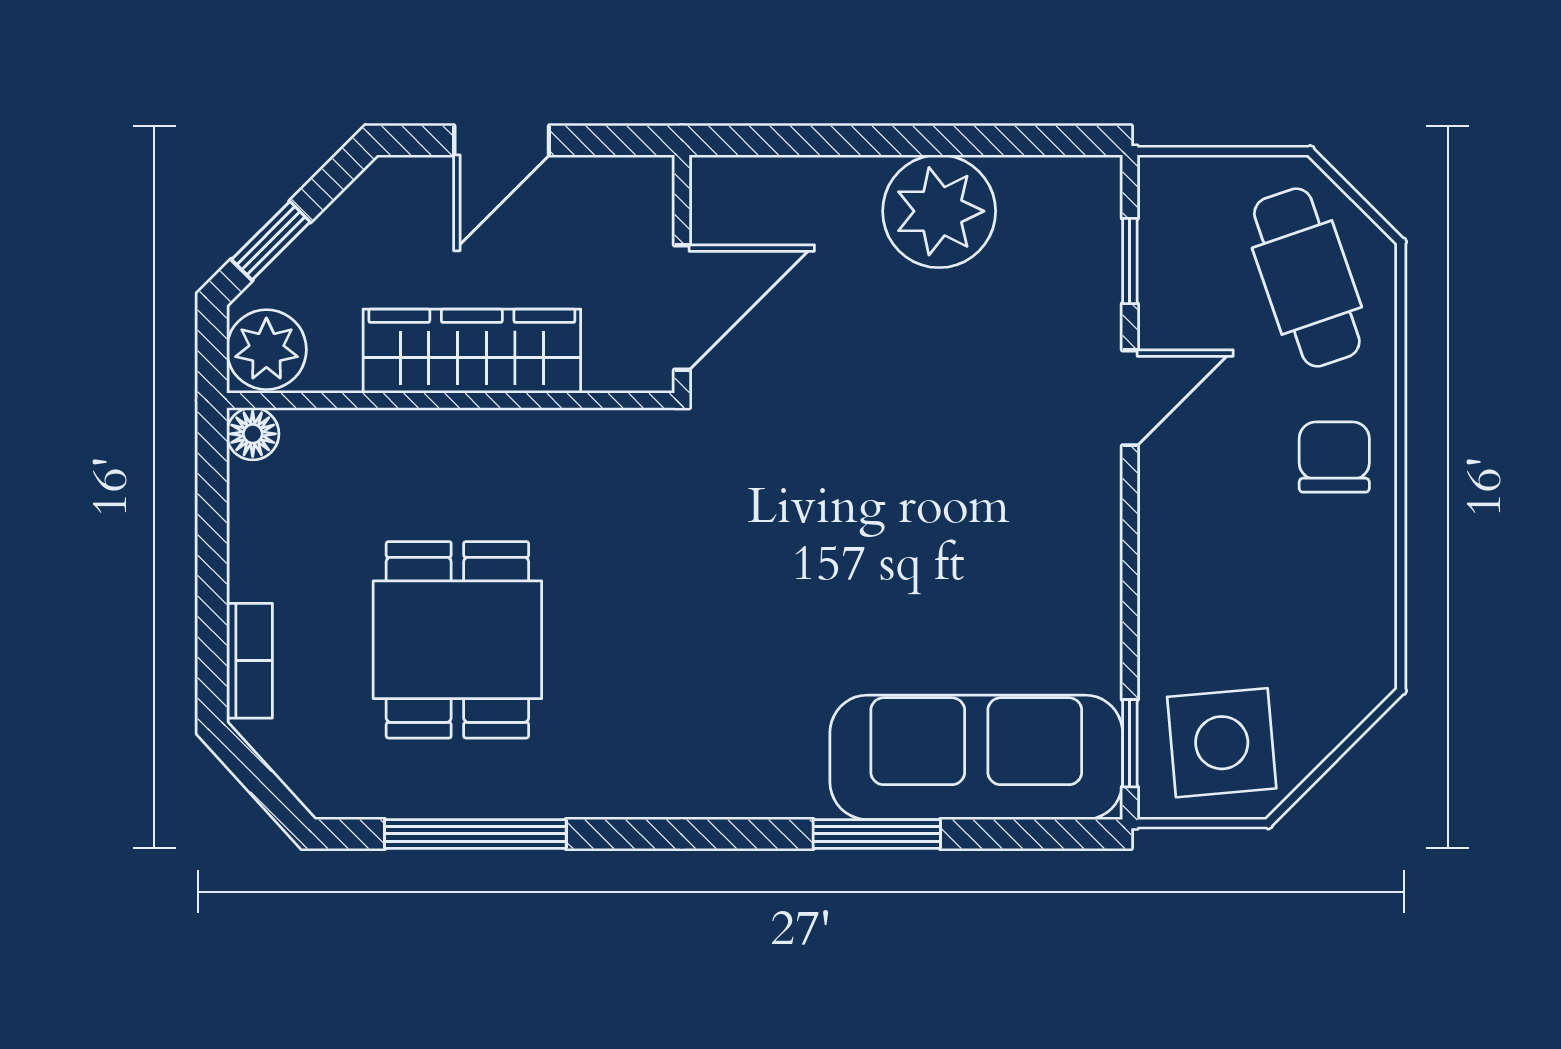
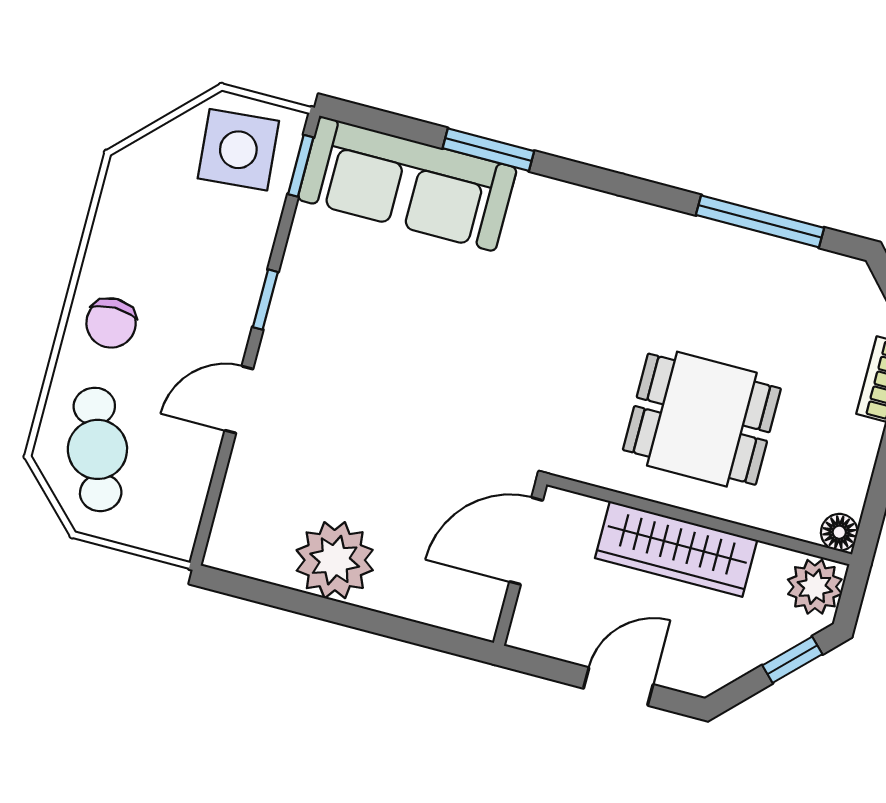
window: (1130, 261) -> (265, 300), moved
dining table: (457, 640) -> (702, 419), moved, turned 90

